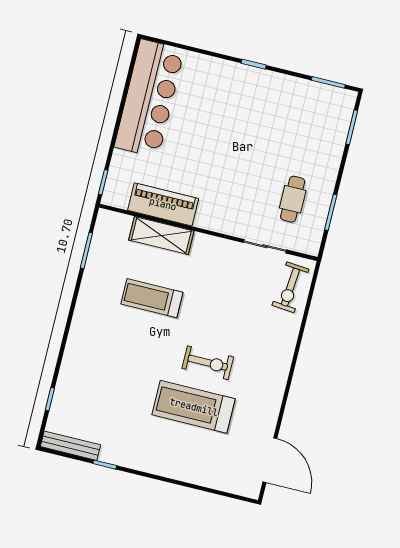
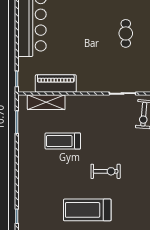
cafe table: (293, 199) -> (126, 33), moved
shelving: (161, 235) -> (46, 102), moved
treadmill: (194, 407) -> (87, 210), moved

